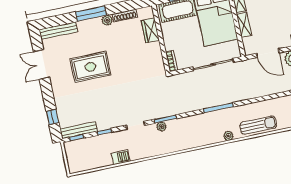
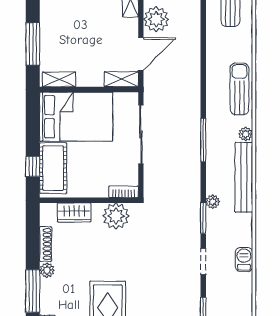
shelving: (244, 25) -> (121, 79), moved
plant: (154, 59) -> (116, 216), added
plant: (161, 127) -> (213, 202), moved
bench: (199, 141) -> (244, 177), added
barbecue: (121, 157) -> (244, 259), moved

